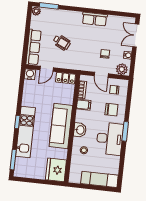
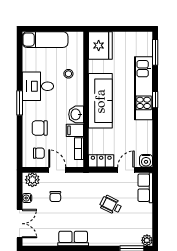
row of seats: (33, 47) -> (145, 188), width x0.68
washbasin: (80, 130) -> (76, 114), moved
desk: (110, 139) -> (38, 86), width x0.73

